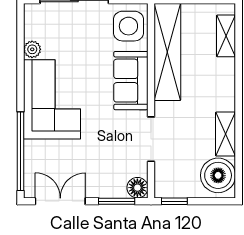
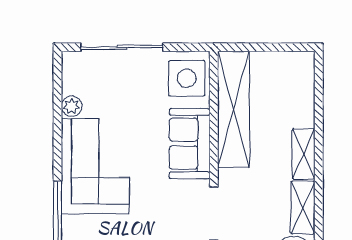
shelving: (226, 36) -> (304, 154), moved

